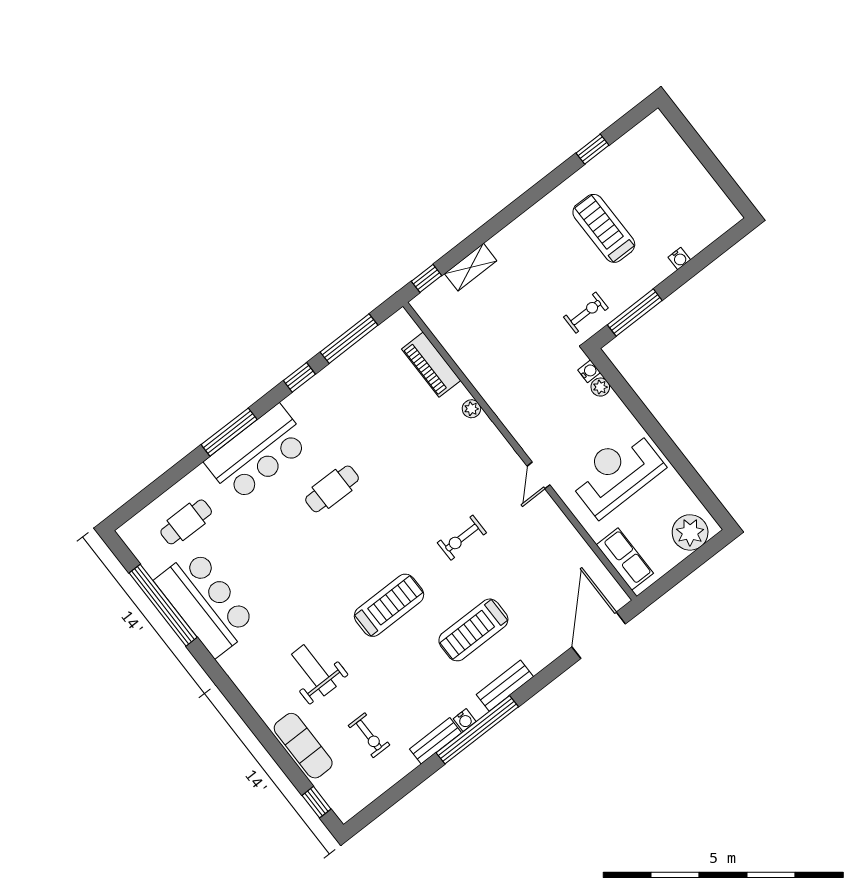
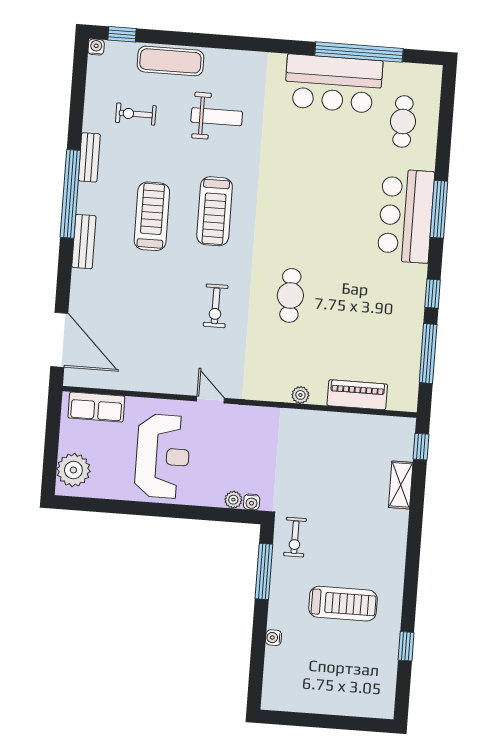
cafe table: (332, 489) -> (290, 295), moved
exercise bike: (462, 538) -> (216, 306), turned 180
treadmill: (473, 630) -> (152, 216), moved
water cooler: (465, 720) -> (96, 47), moved, turned 90

